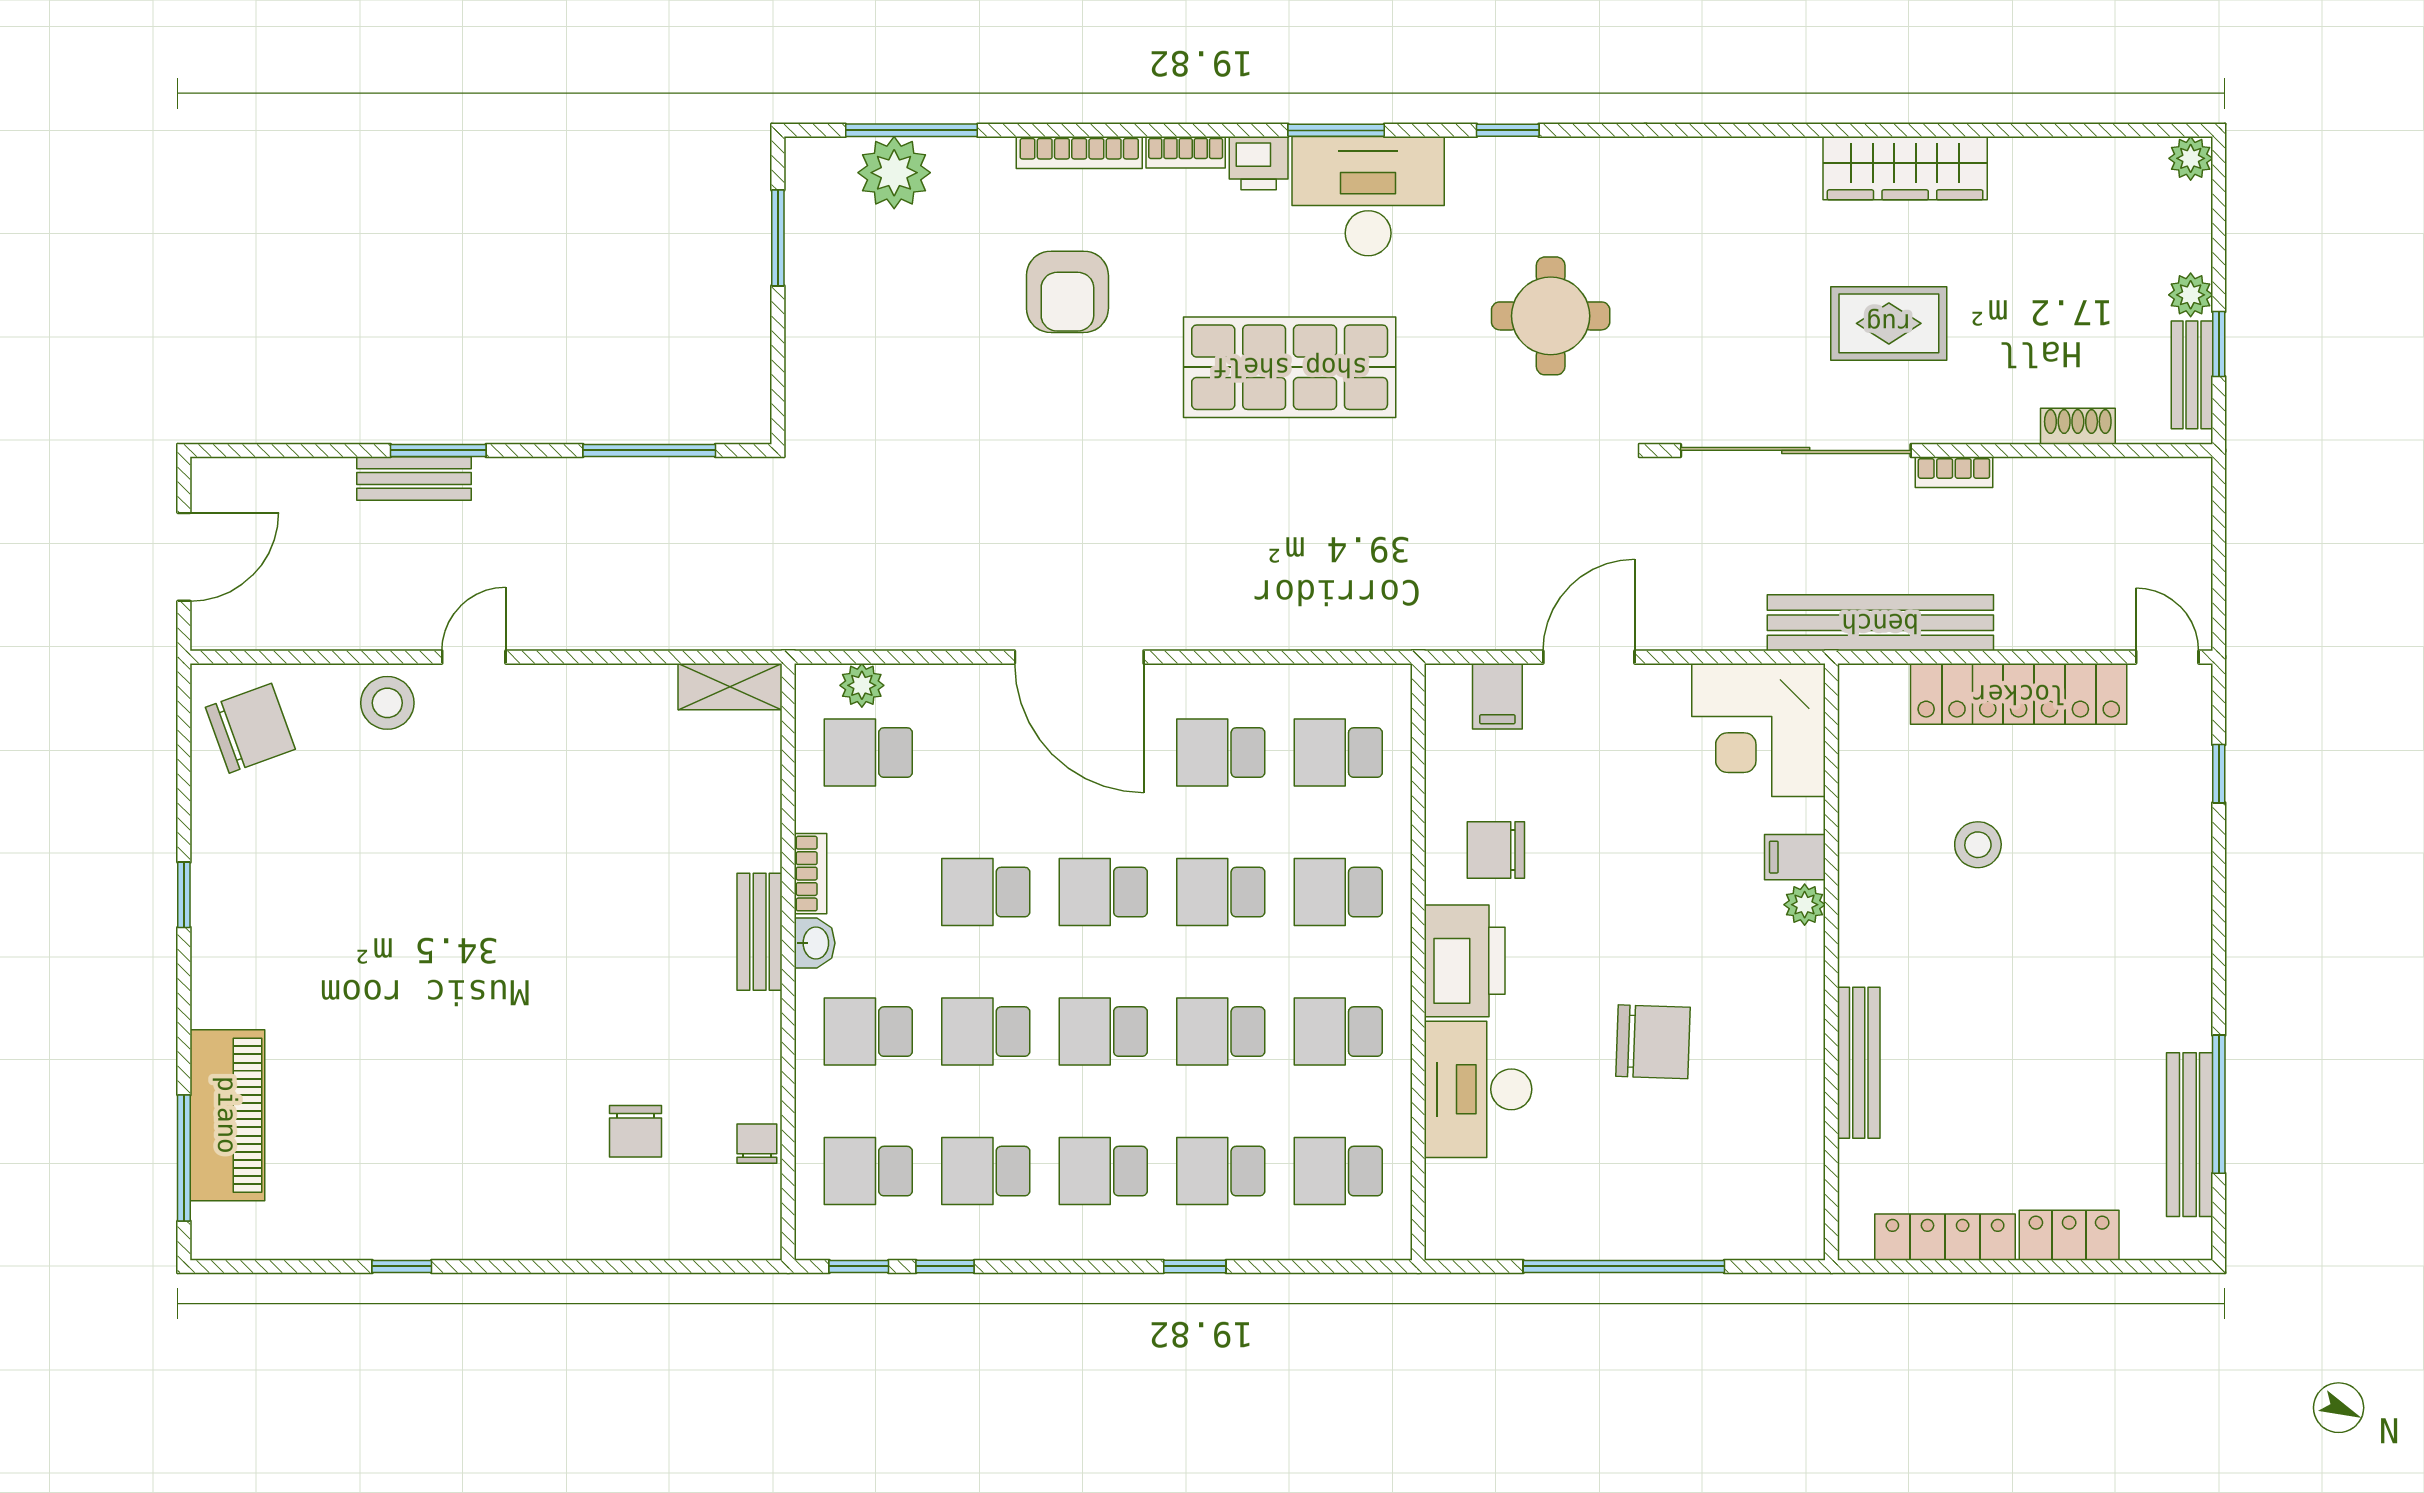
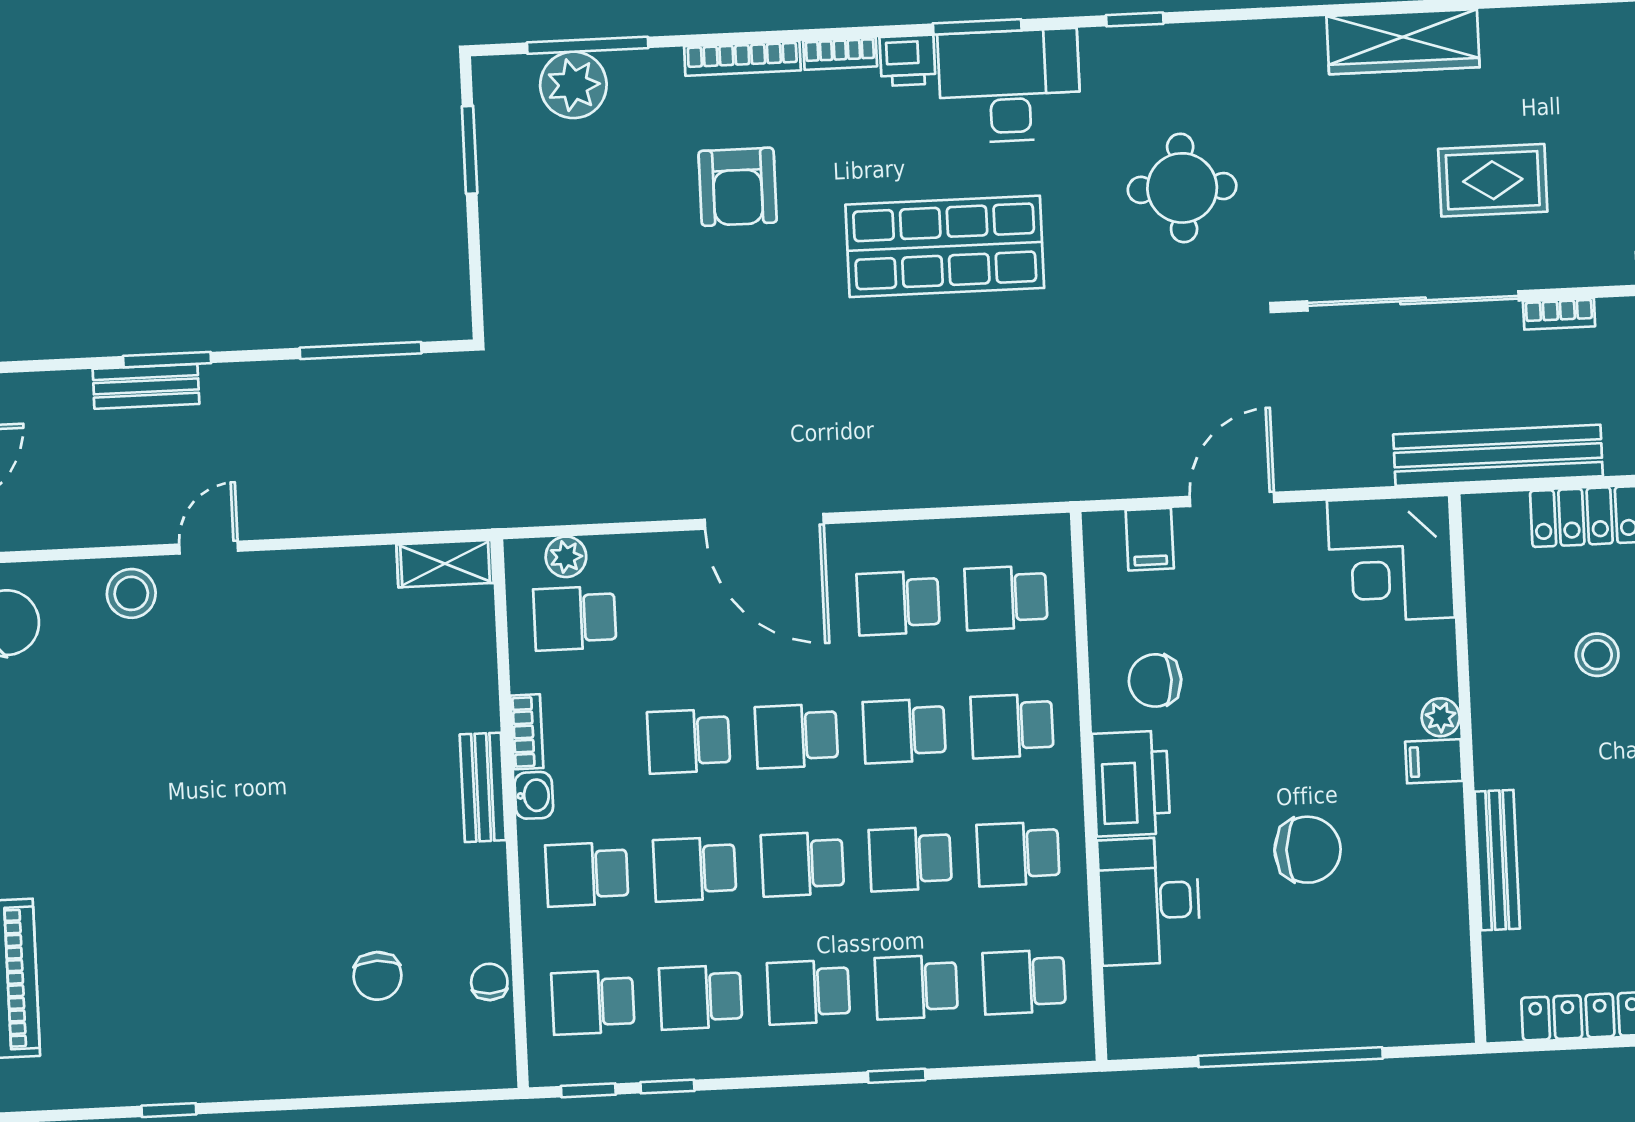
wardrobe: (1905, 168) -> (1403, 42), moved
filing cabinet: (1795, 857) -> (1434, 761), moved

